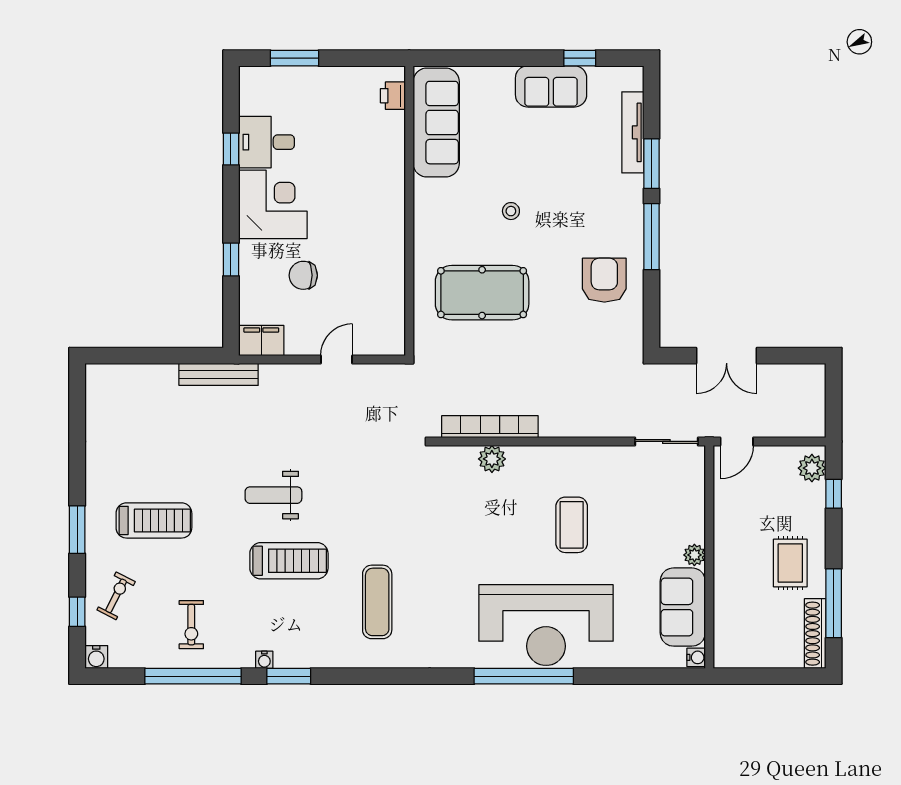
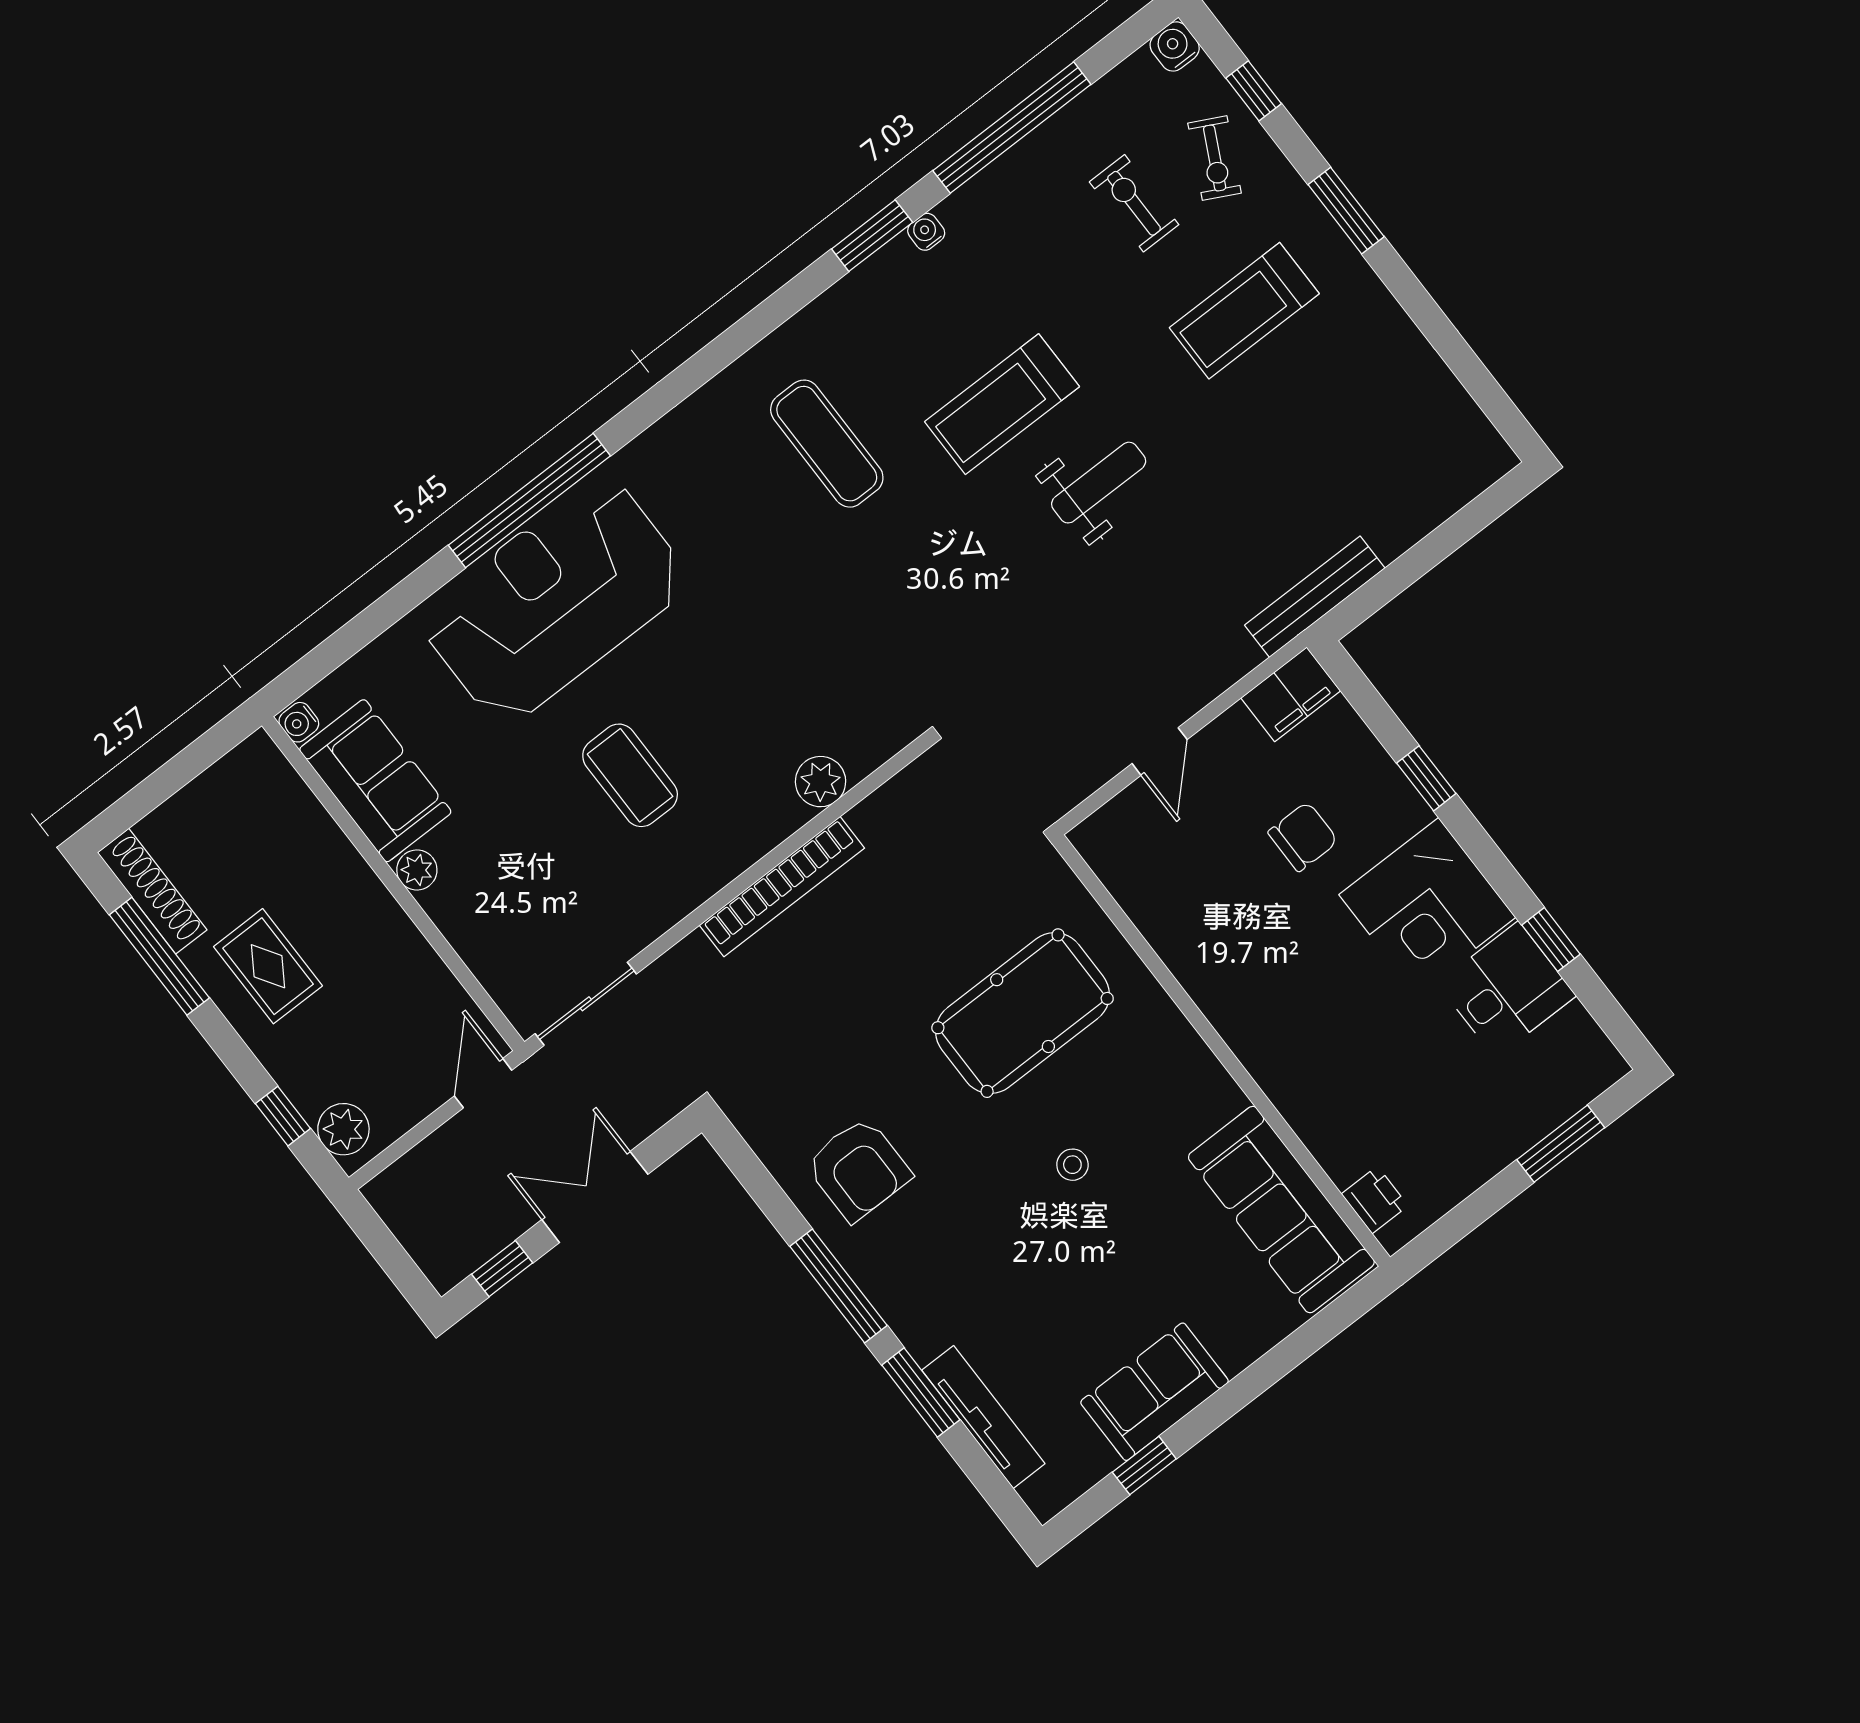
window: (790, 356) -> (502, 1269), added
bookcase: (490, 427) -> (782, 887), moved
exercise bike: (191, 625) -> (1134, 203), moved

